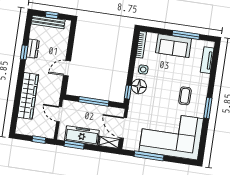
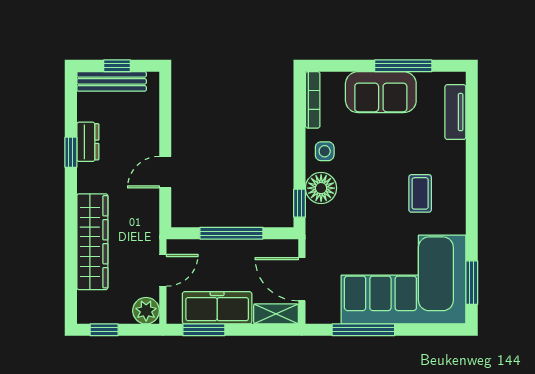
window: (208, 108) -> (472, 283), moved
door: (59, 114) -> (163, 270), swing flipped
plant: (48, 132) -> (146, 311), added
window: (39, 140) -> (104, 330), moved

